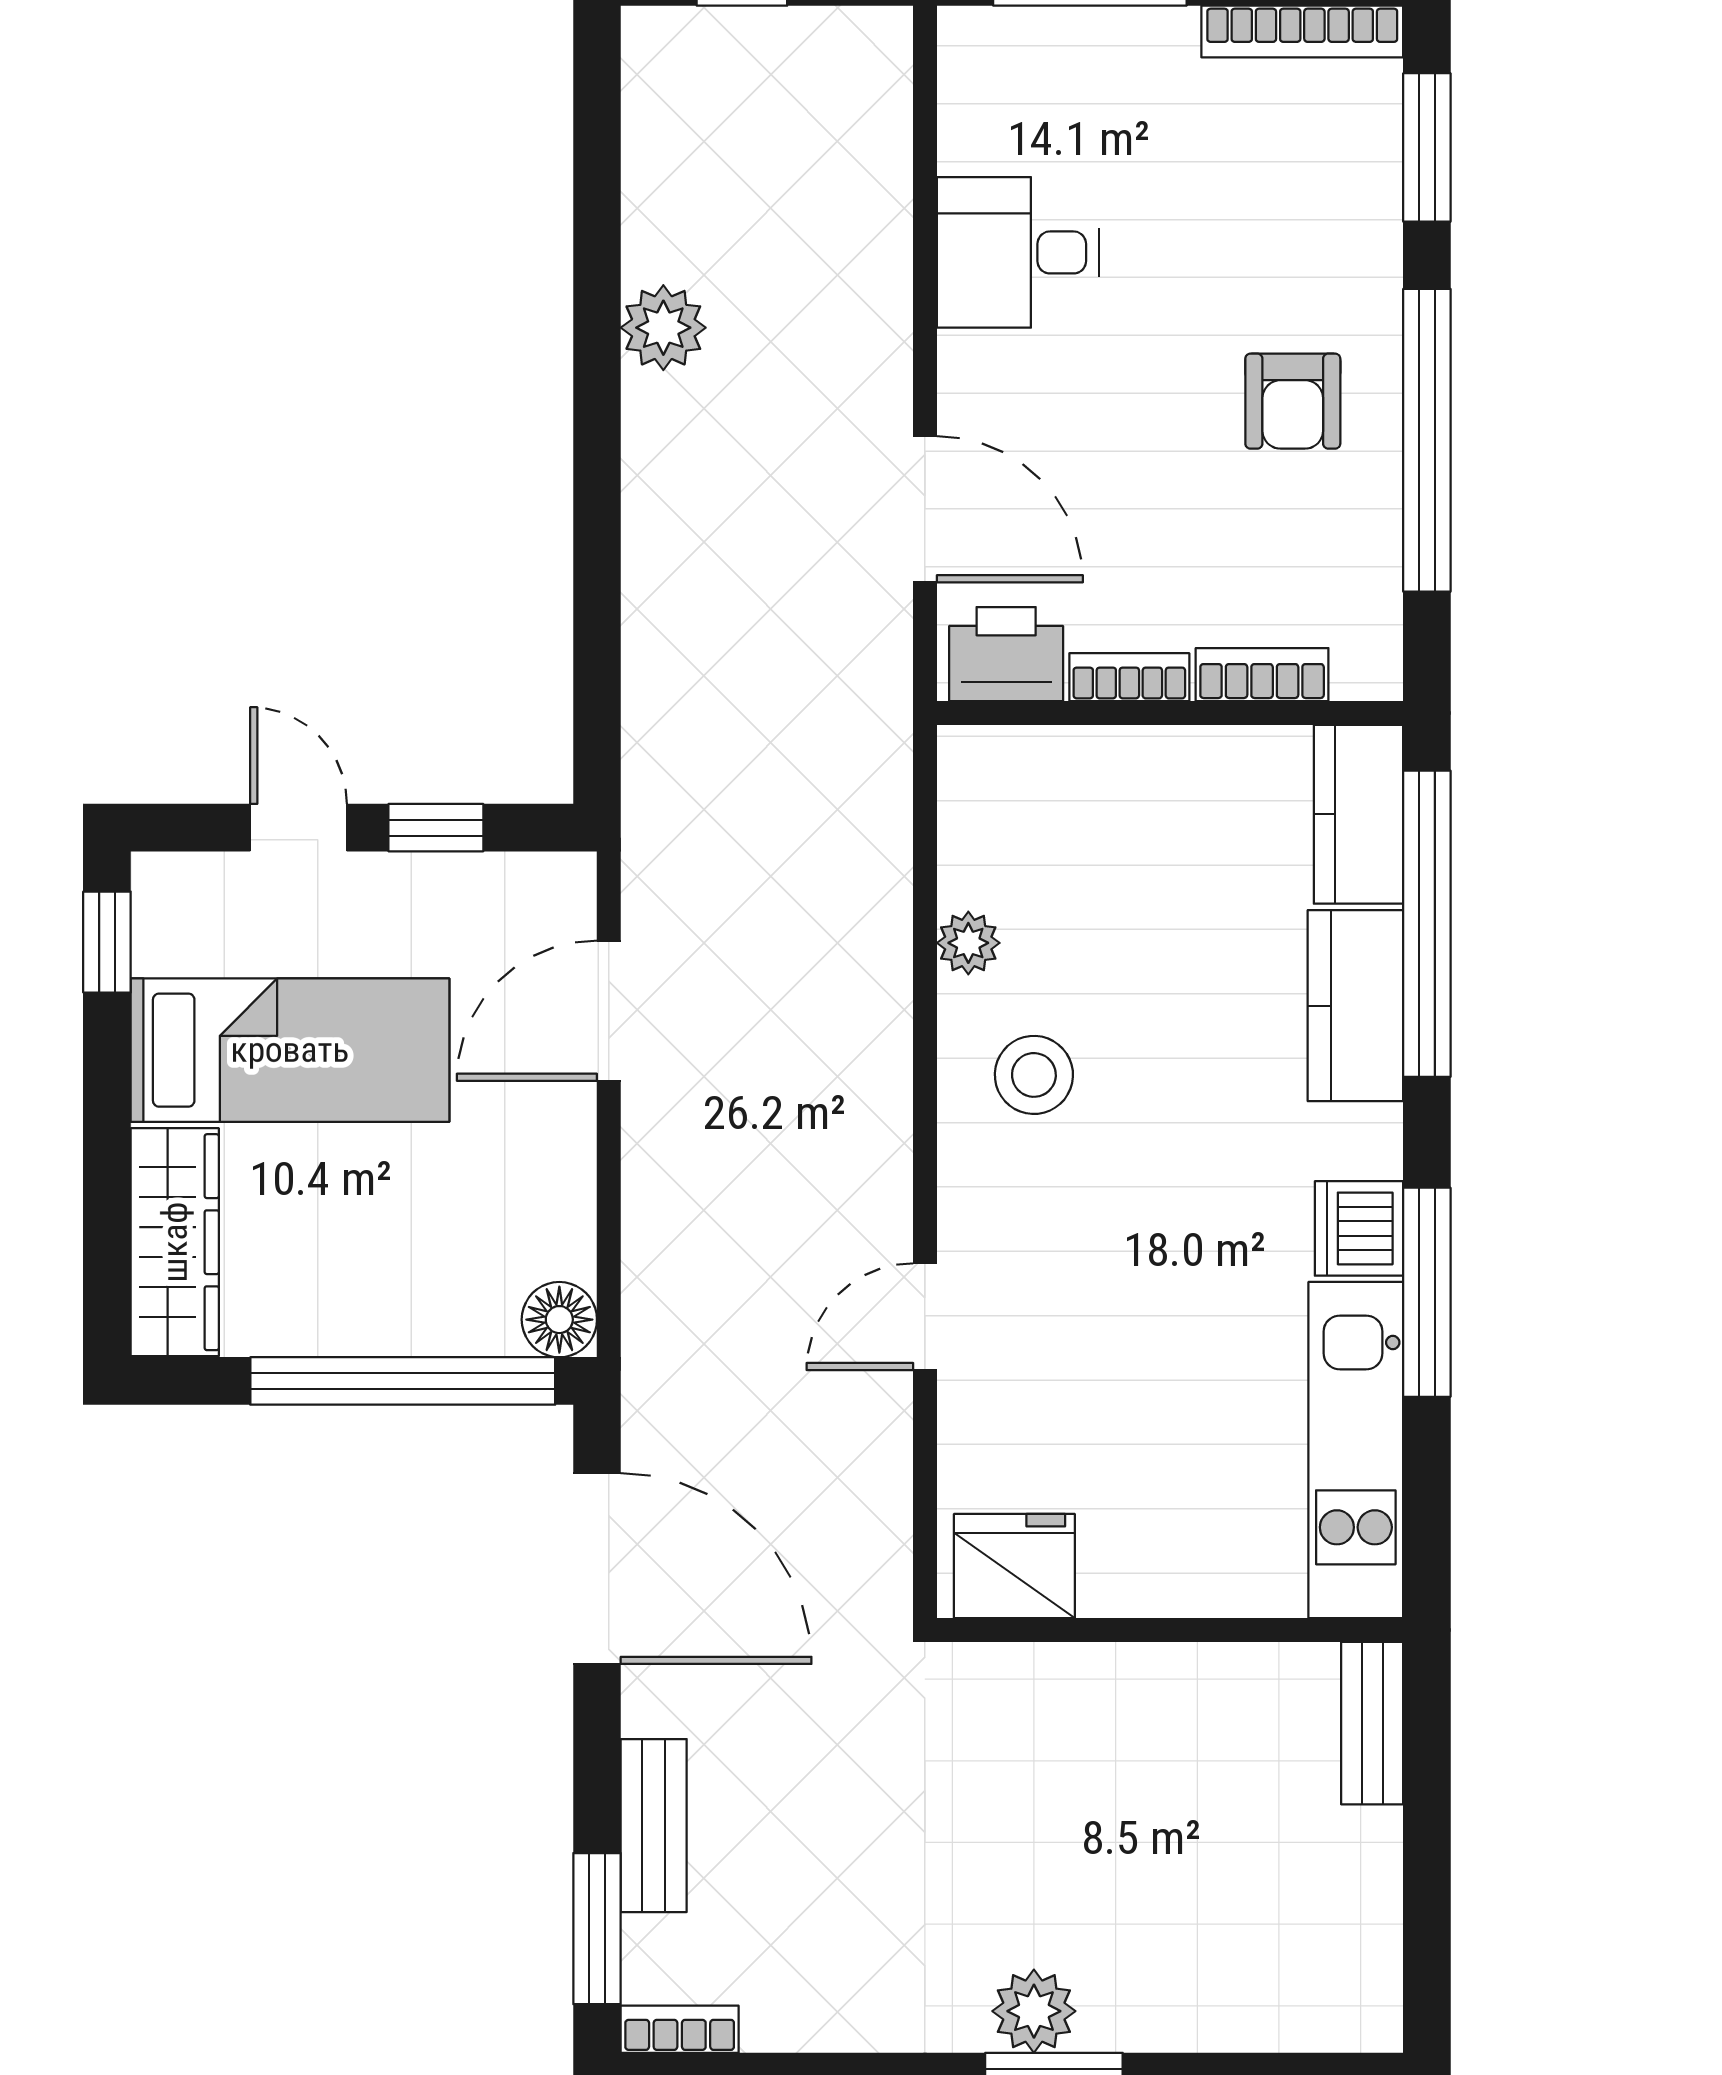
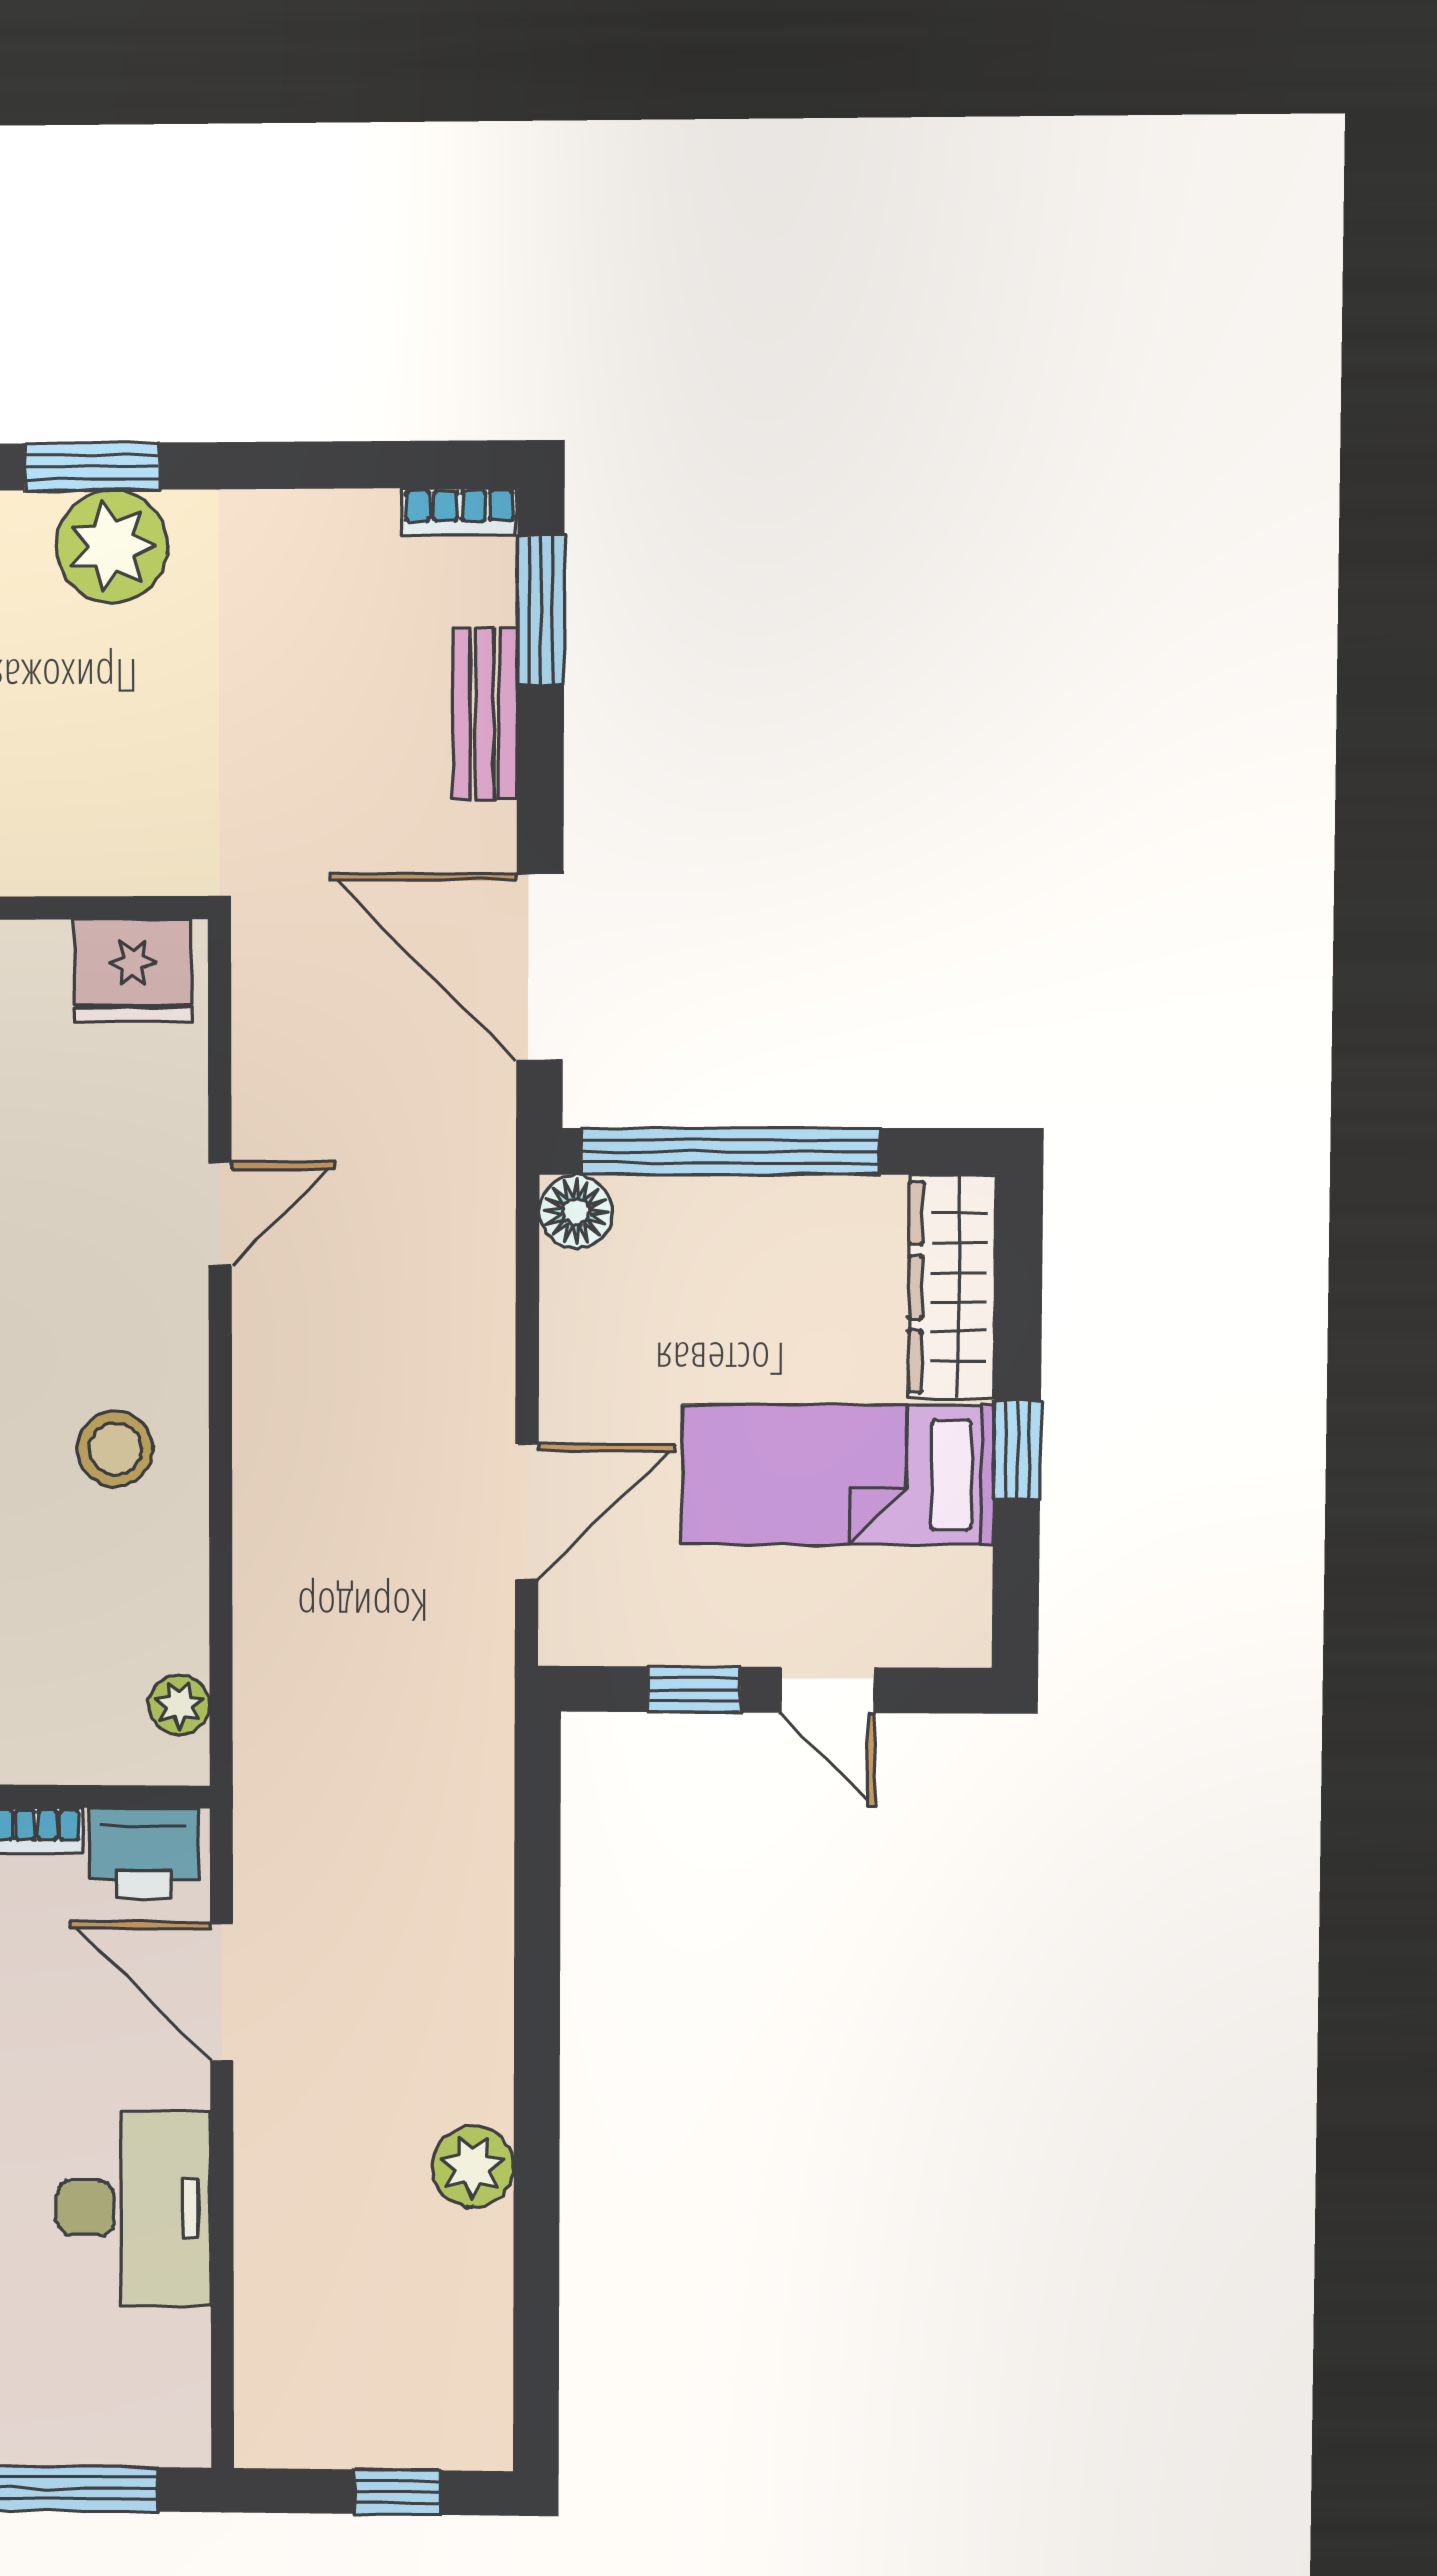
desk: (1018, 252) -> (133, 2208), width x1.37
window: (107, 942) -> (1017, 1450), moved
plant: (968, 943) -> (179, 1705), moved
plant: (1034, 2011) -> (112, 546), width x1.36, depth x1.36

